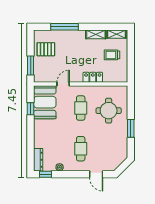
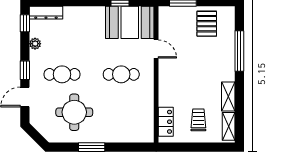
locker: (93, 77) -> (166, 122), moved
round table: (109, 111) -> (74, 112), moved
window: (78, 174) -> (25, 70), added

